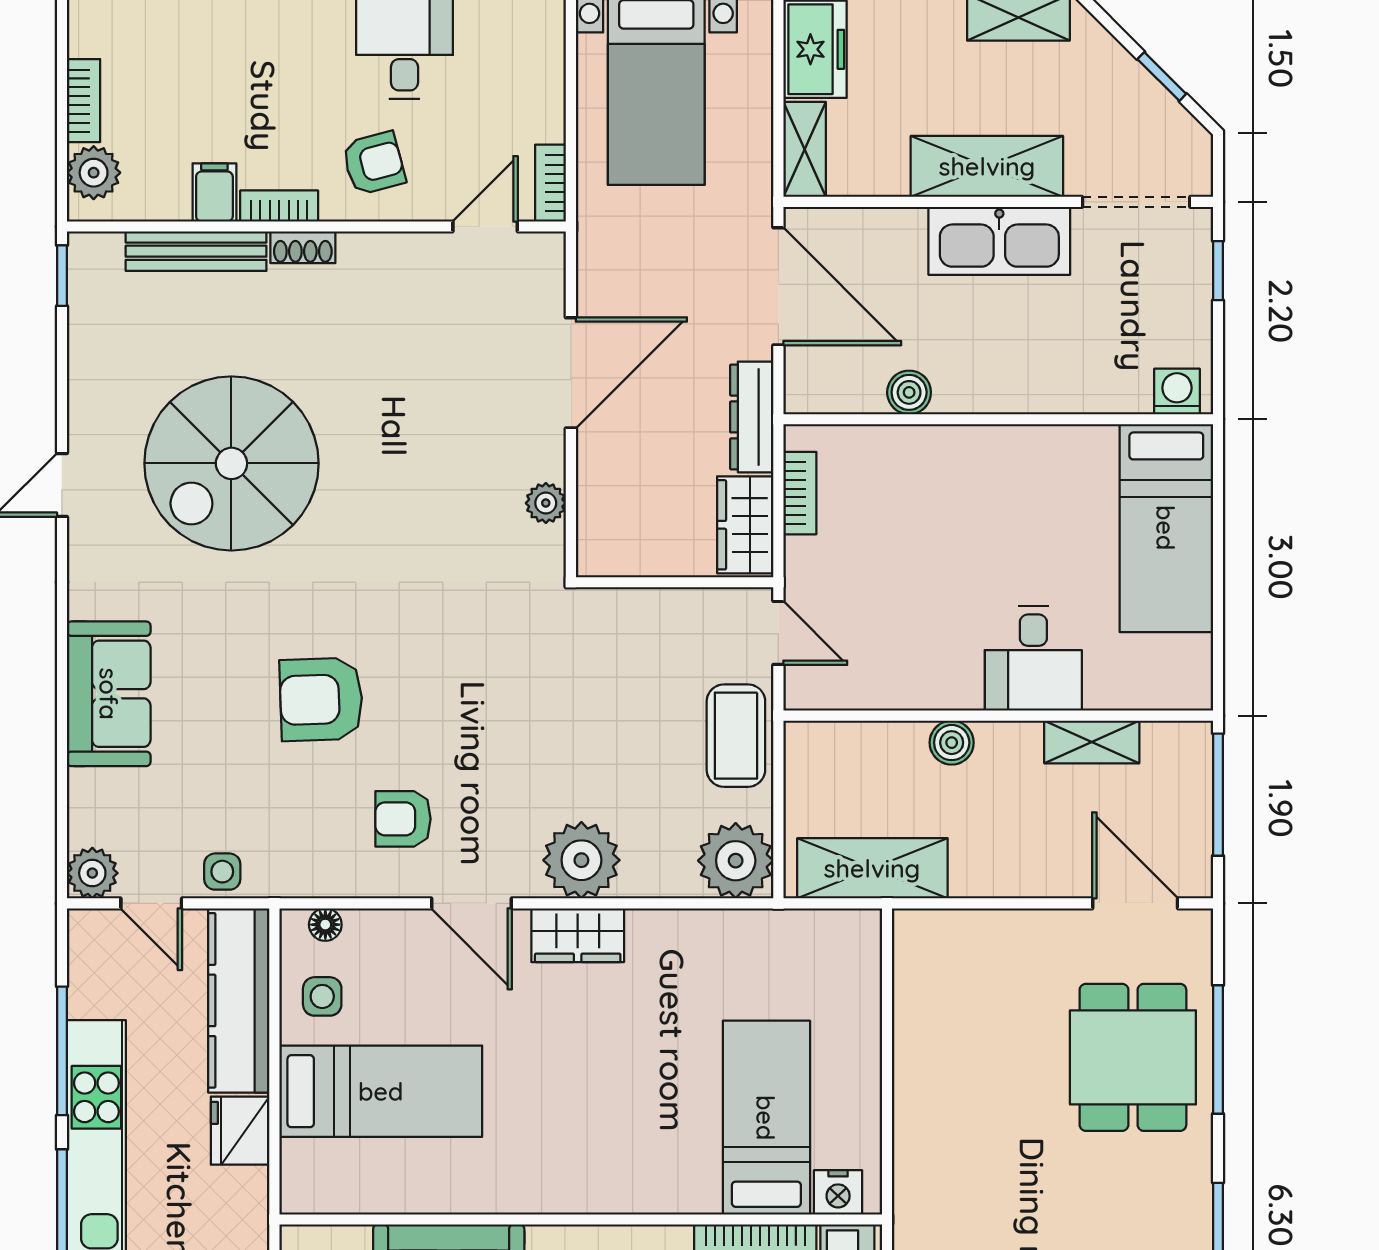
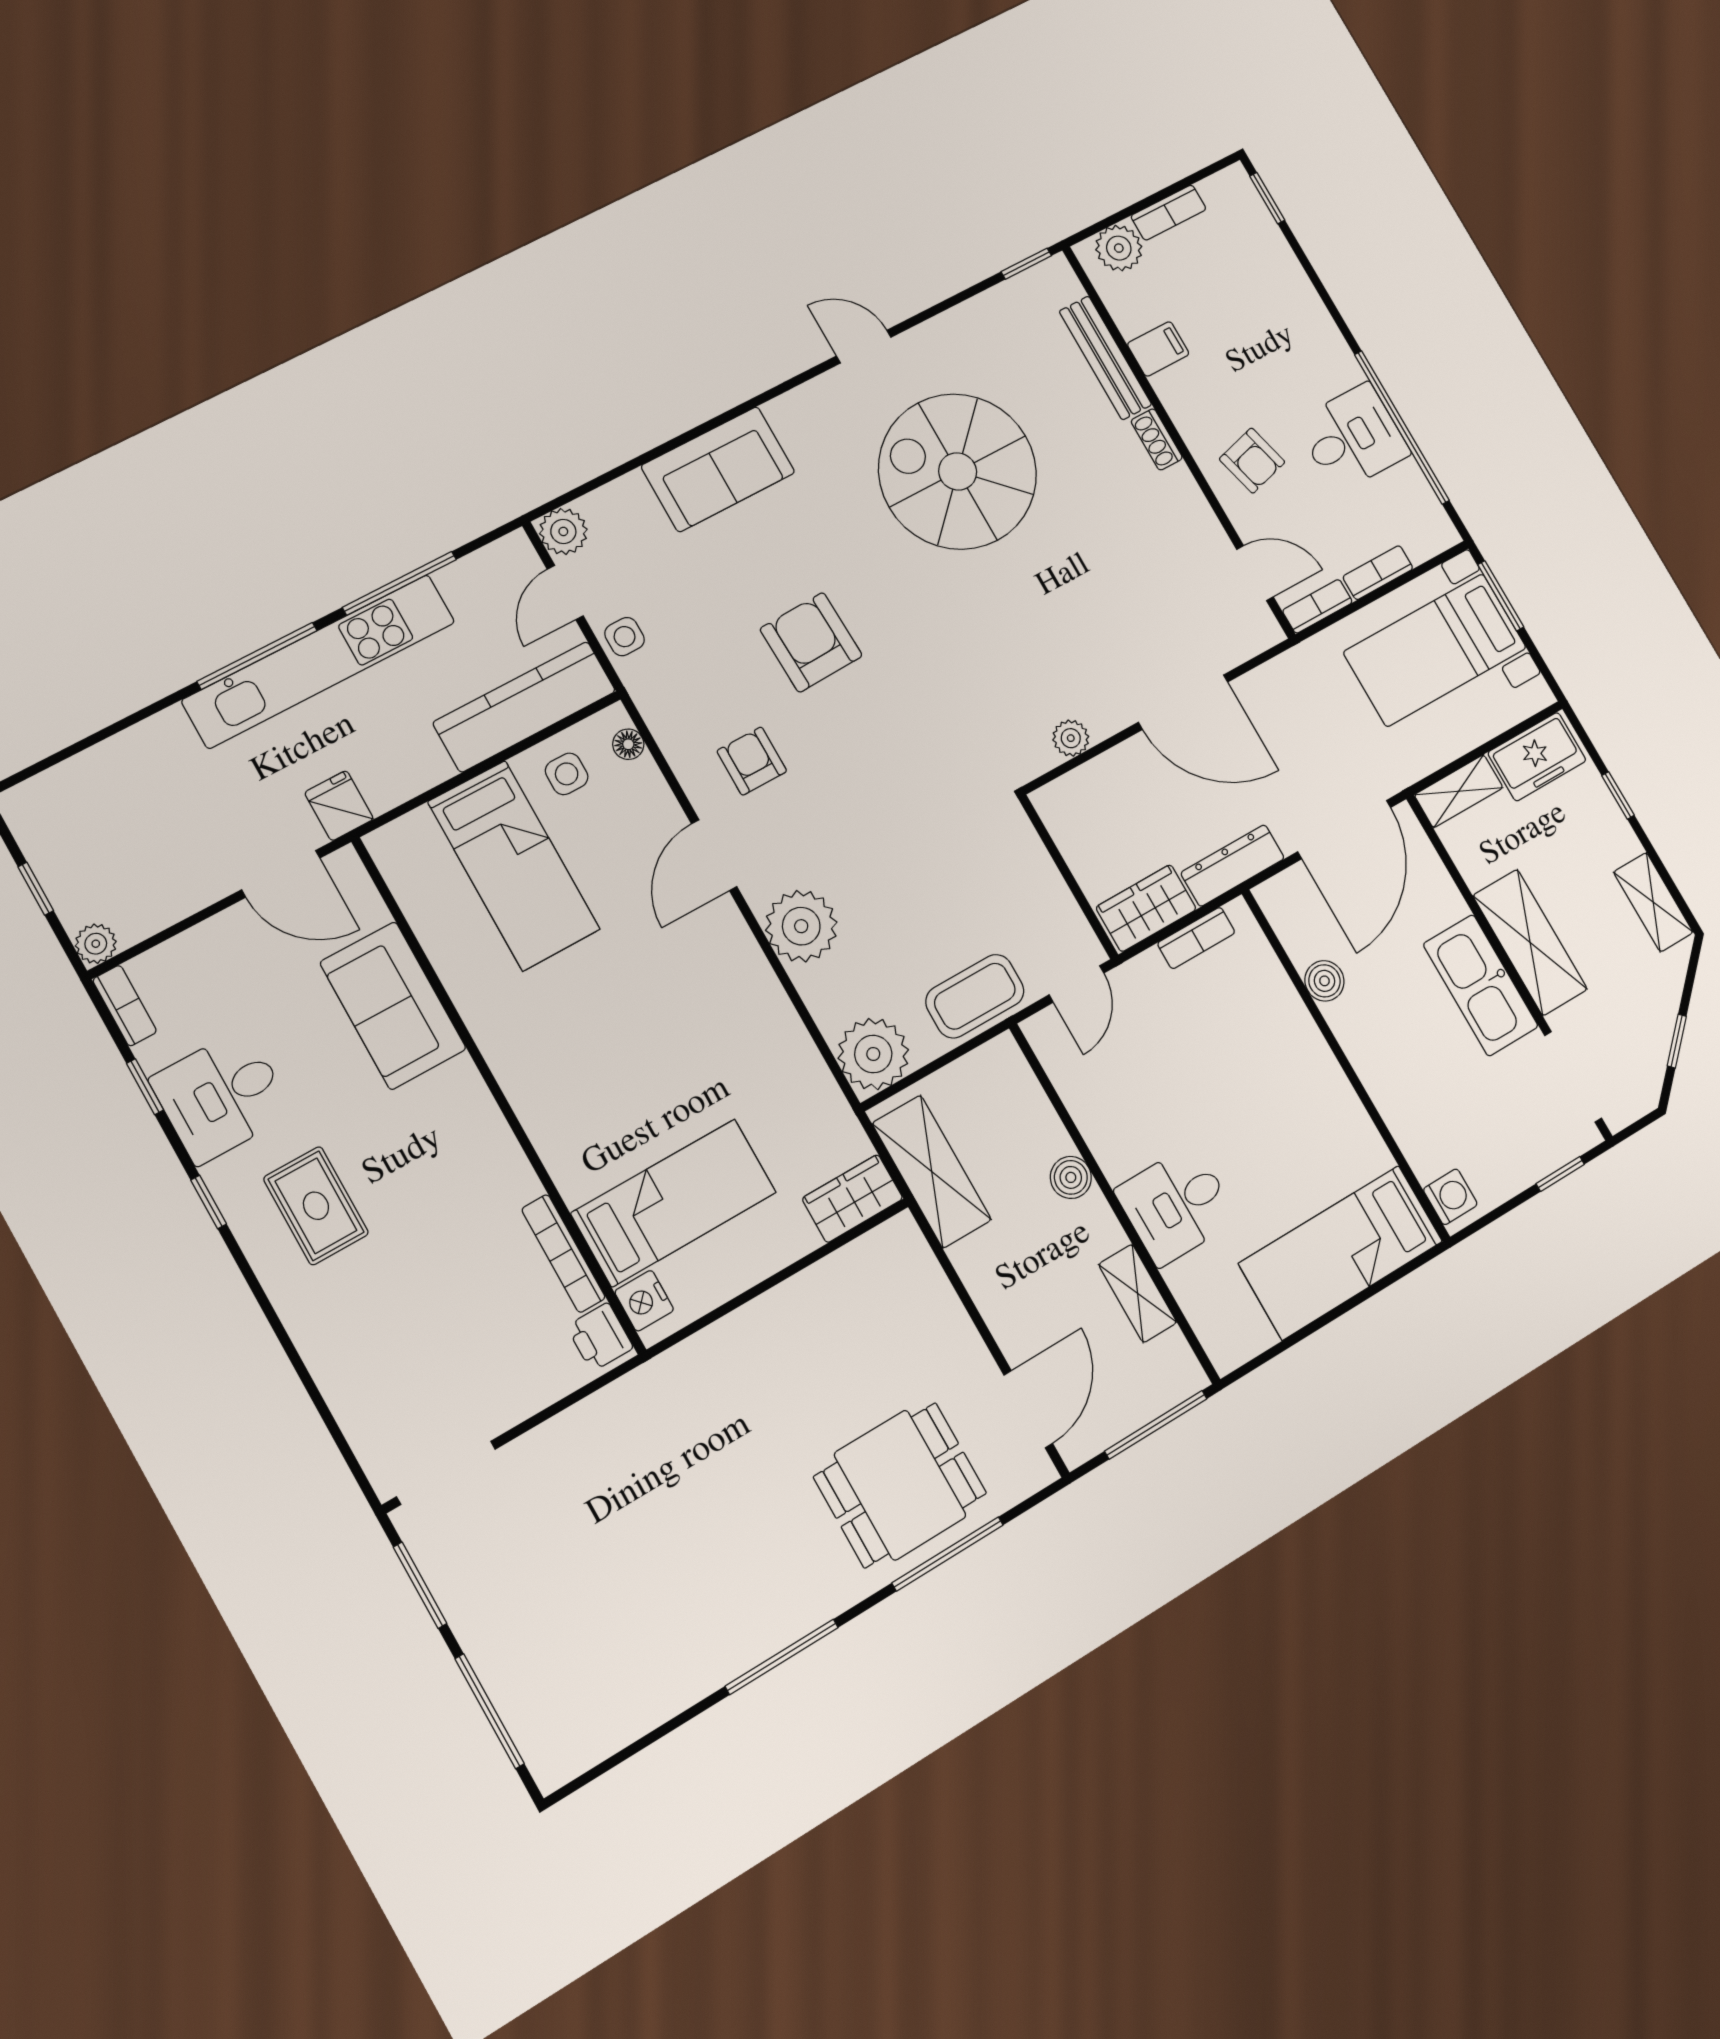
bookcase: (279, 206) -> (1378, 573), moved, turned -90
wardrobe: (578, 935) -> (852, 1199), moved, turned 90
fridge: (240, 1131) -> (339, 806), moved, width x0.72

